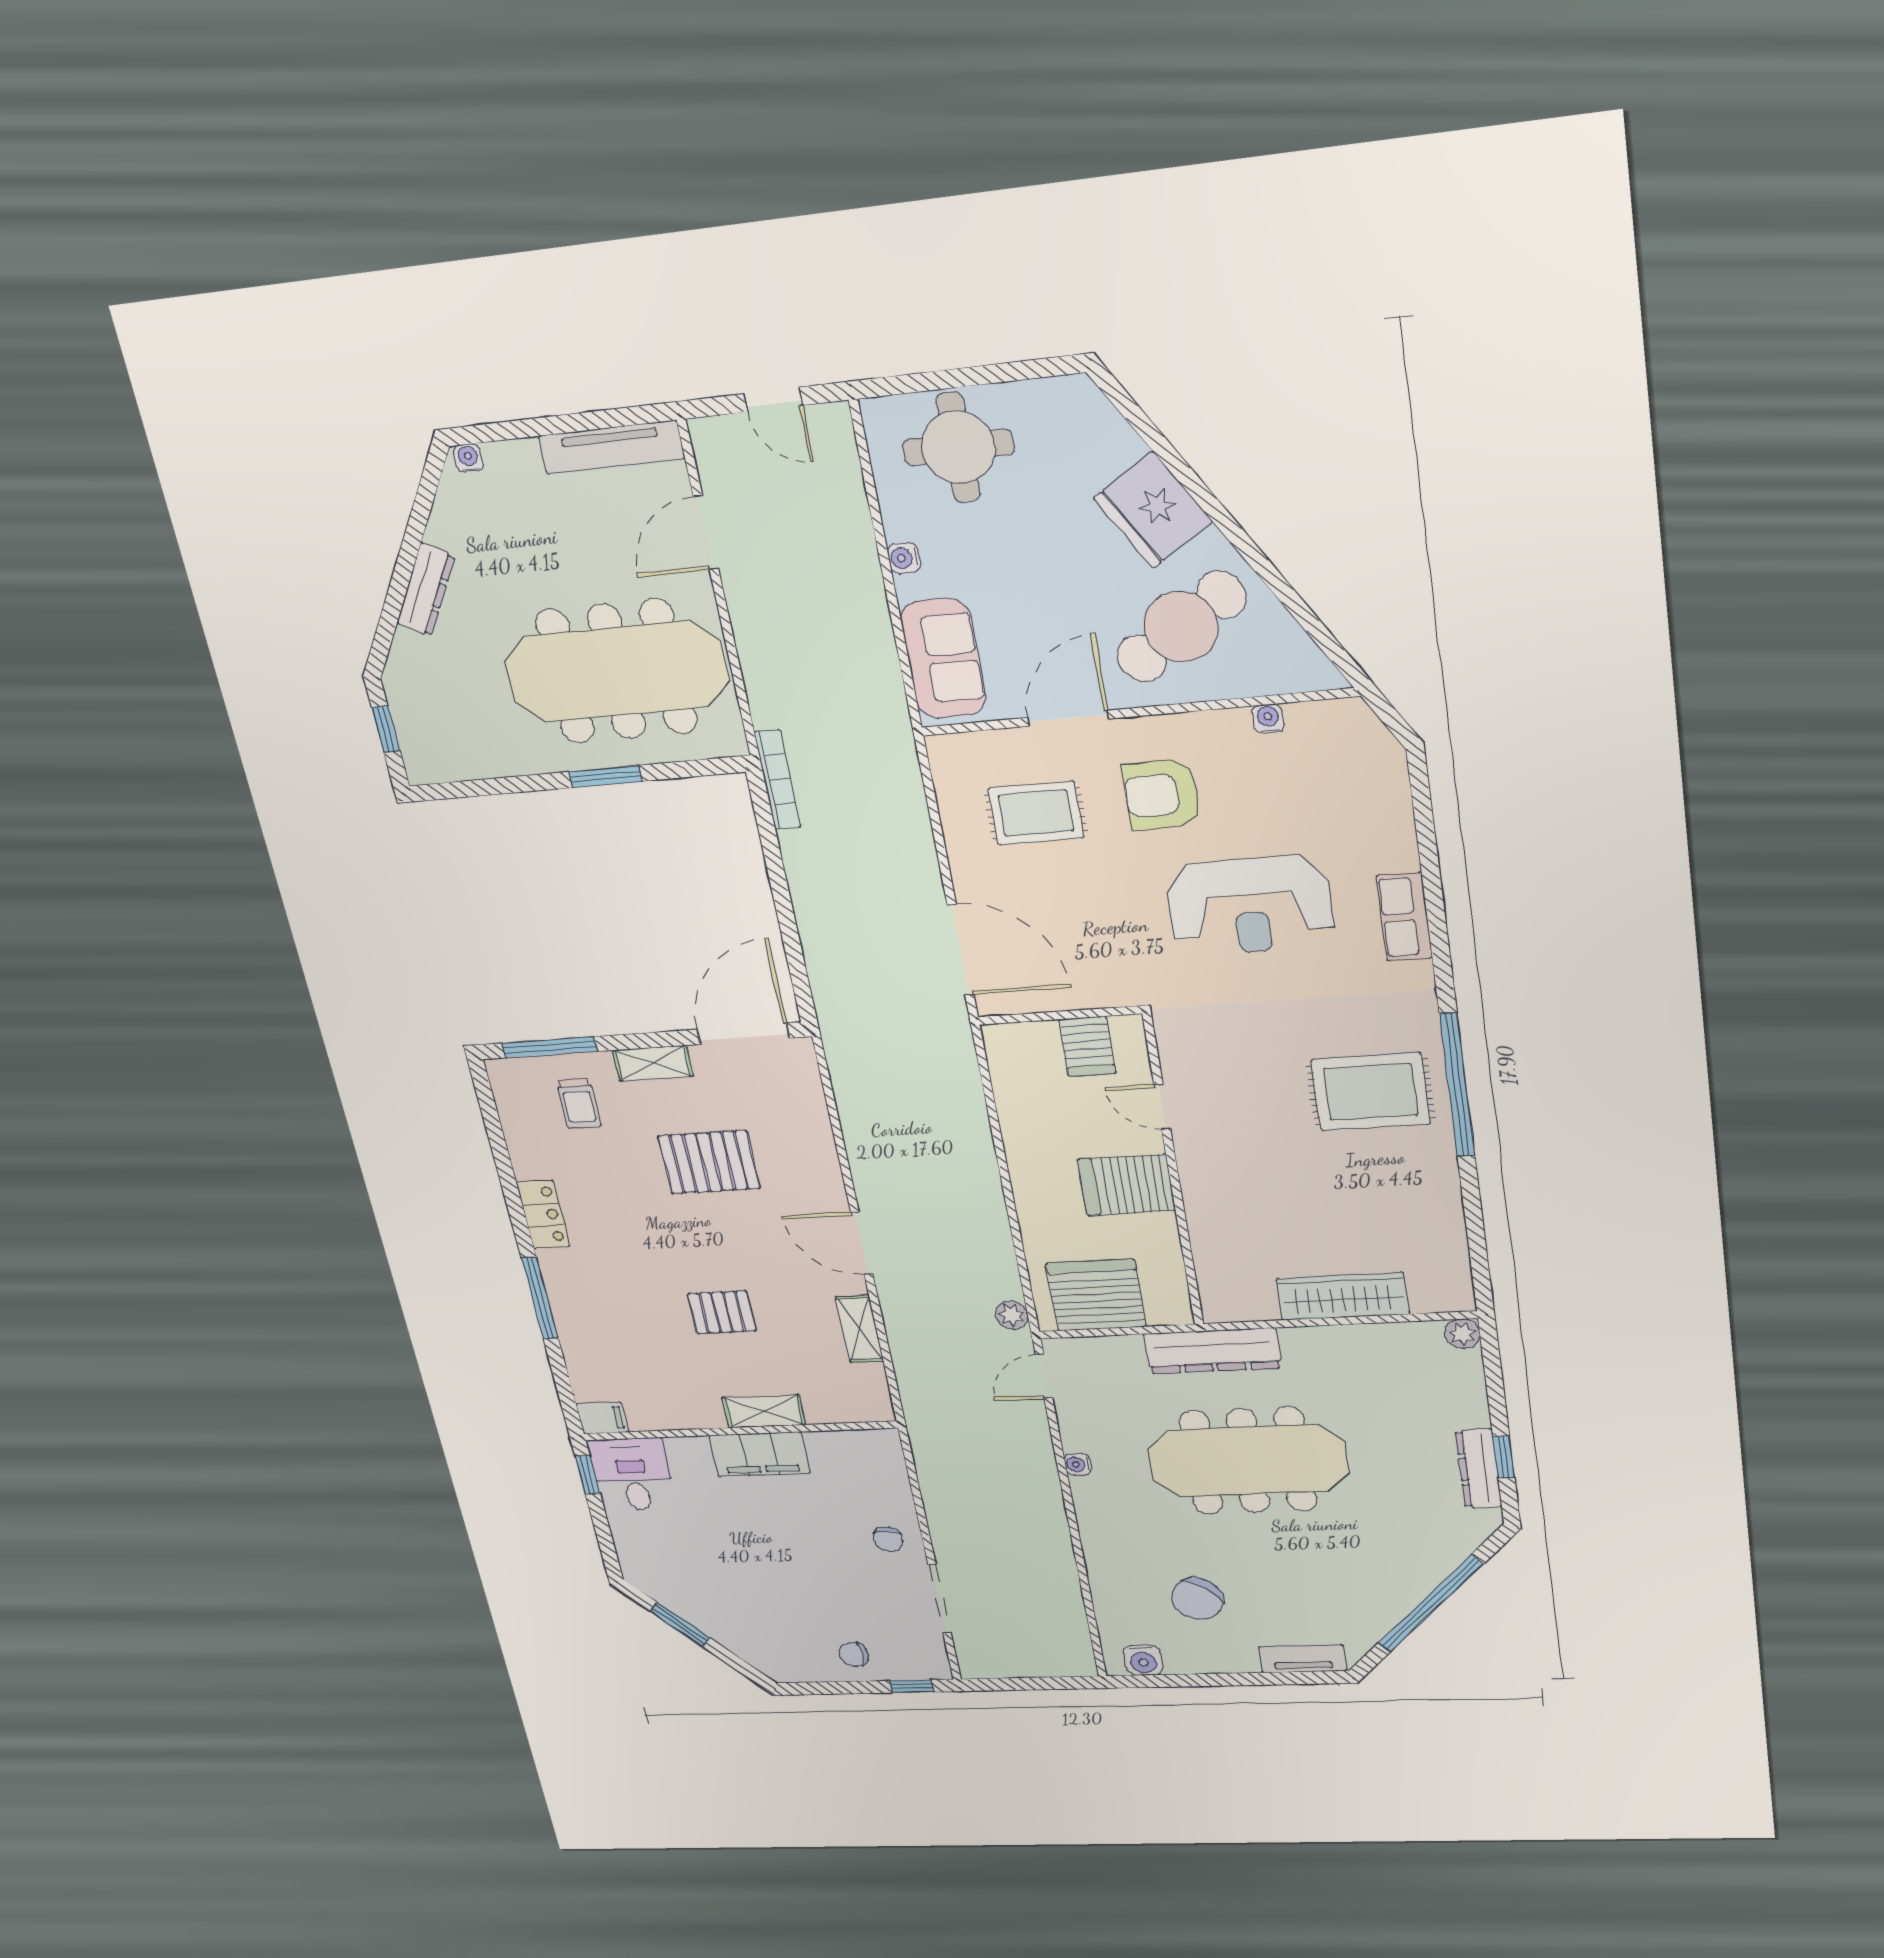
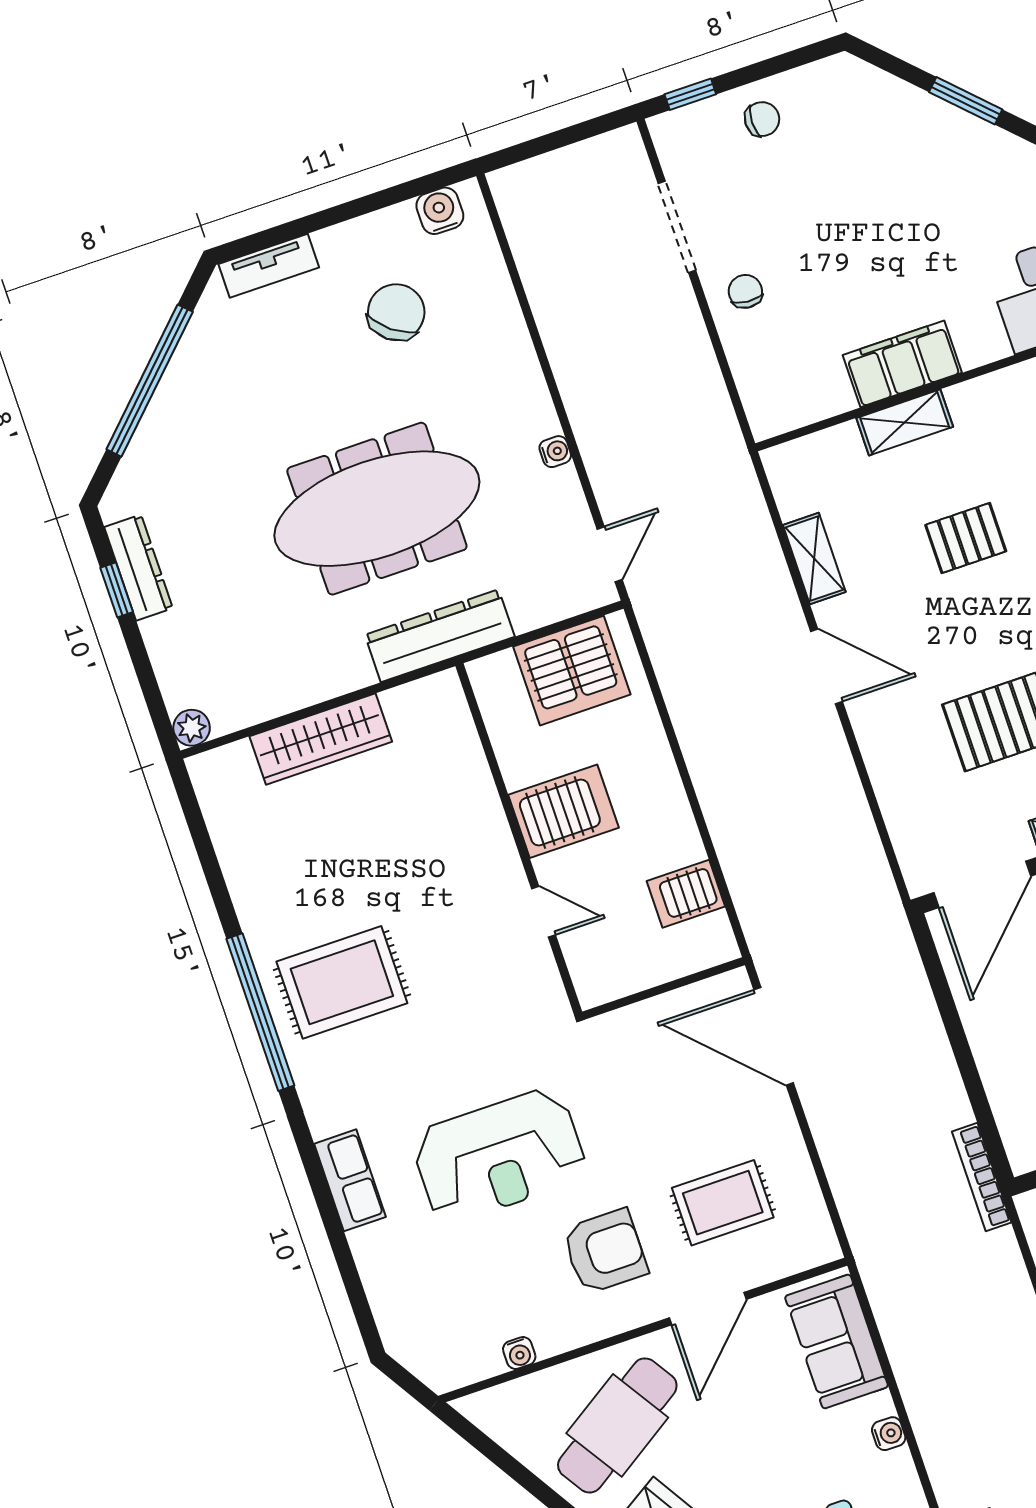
reception desk: (1250, 905) -> (499, 1156), turned 180
server rack: (1087, 1046) -> (686, 894), moved, turned -90
plant: (1012, 1315) -> (656, 621), removed

